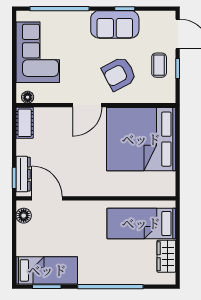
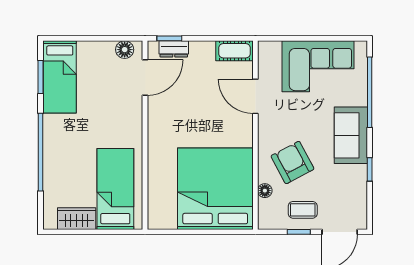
sofa: (115, 24) -> (351, 135), moved
floor lamp: (28, 97) -> (265, 191), moved
door: (87, 105) -> (255, 96), moved
dresser: (23, 174) -> (174, 49), width x0.70

